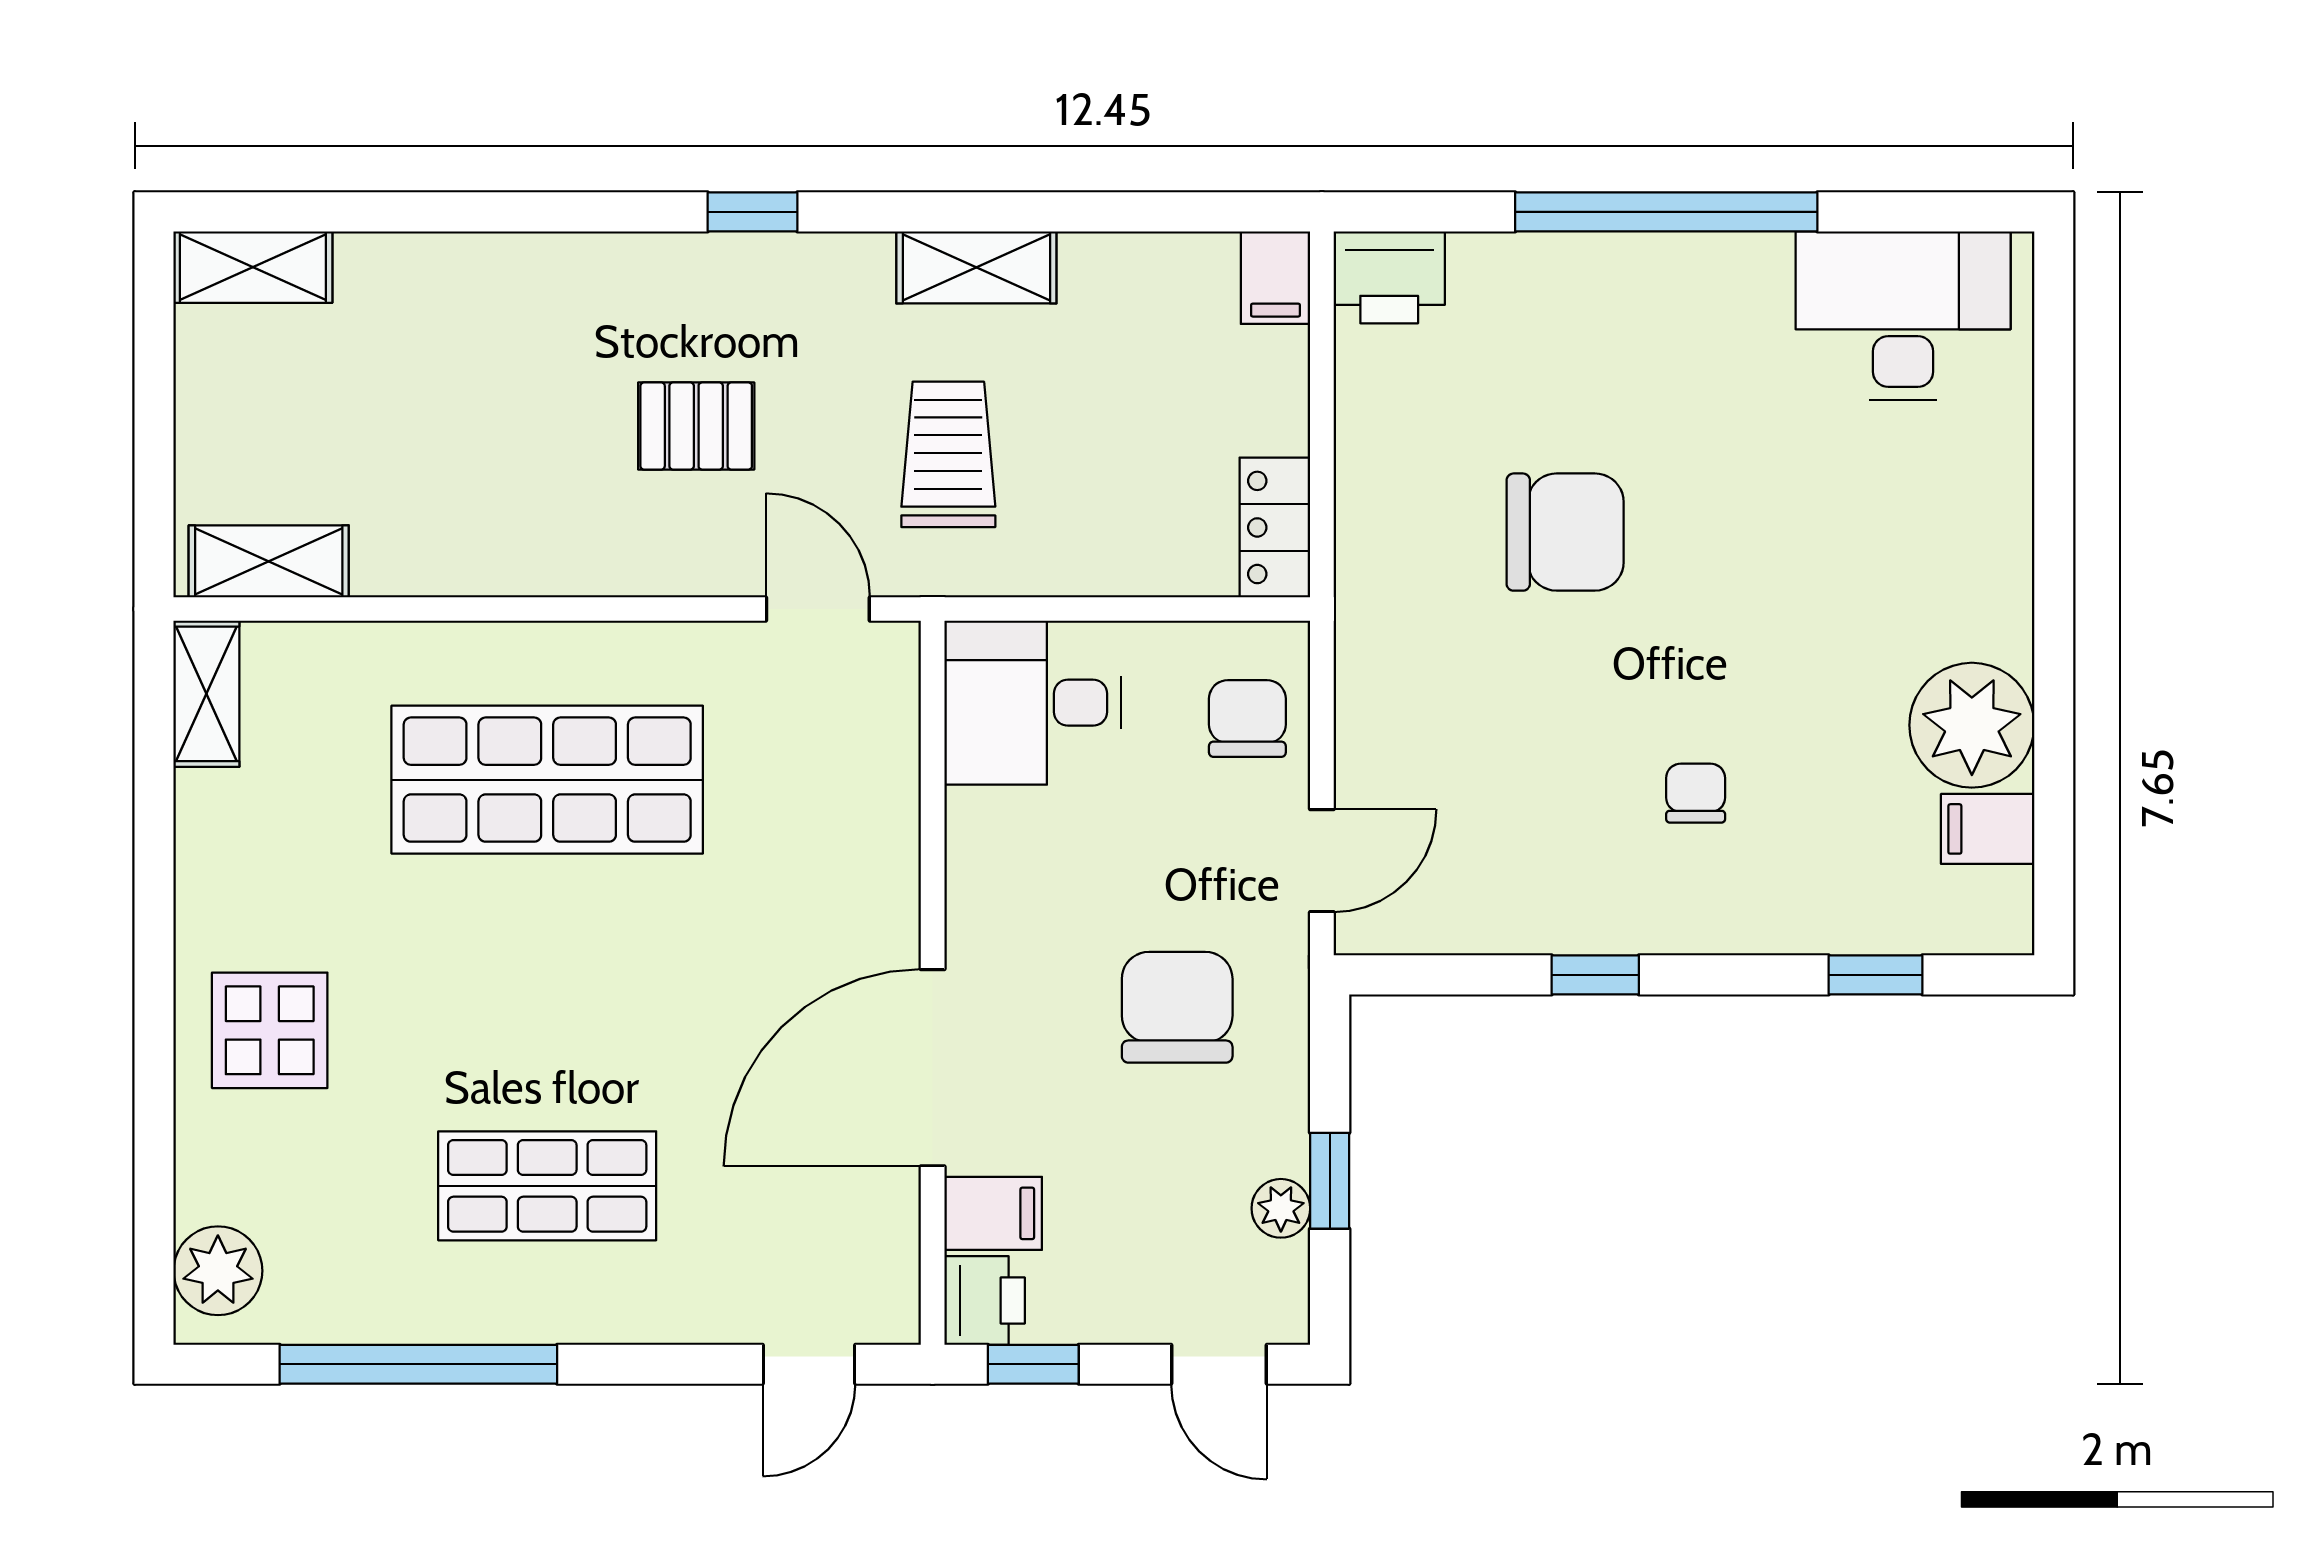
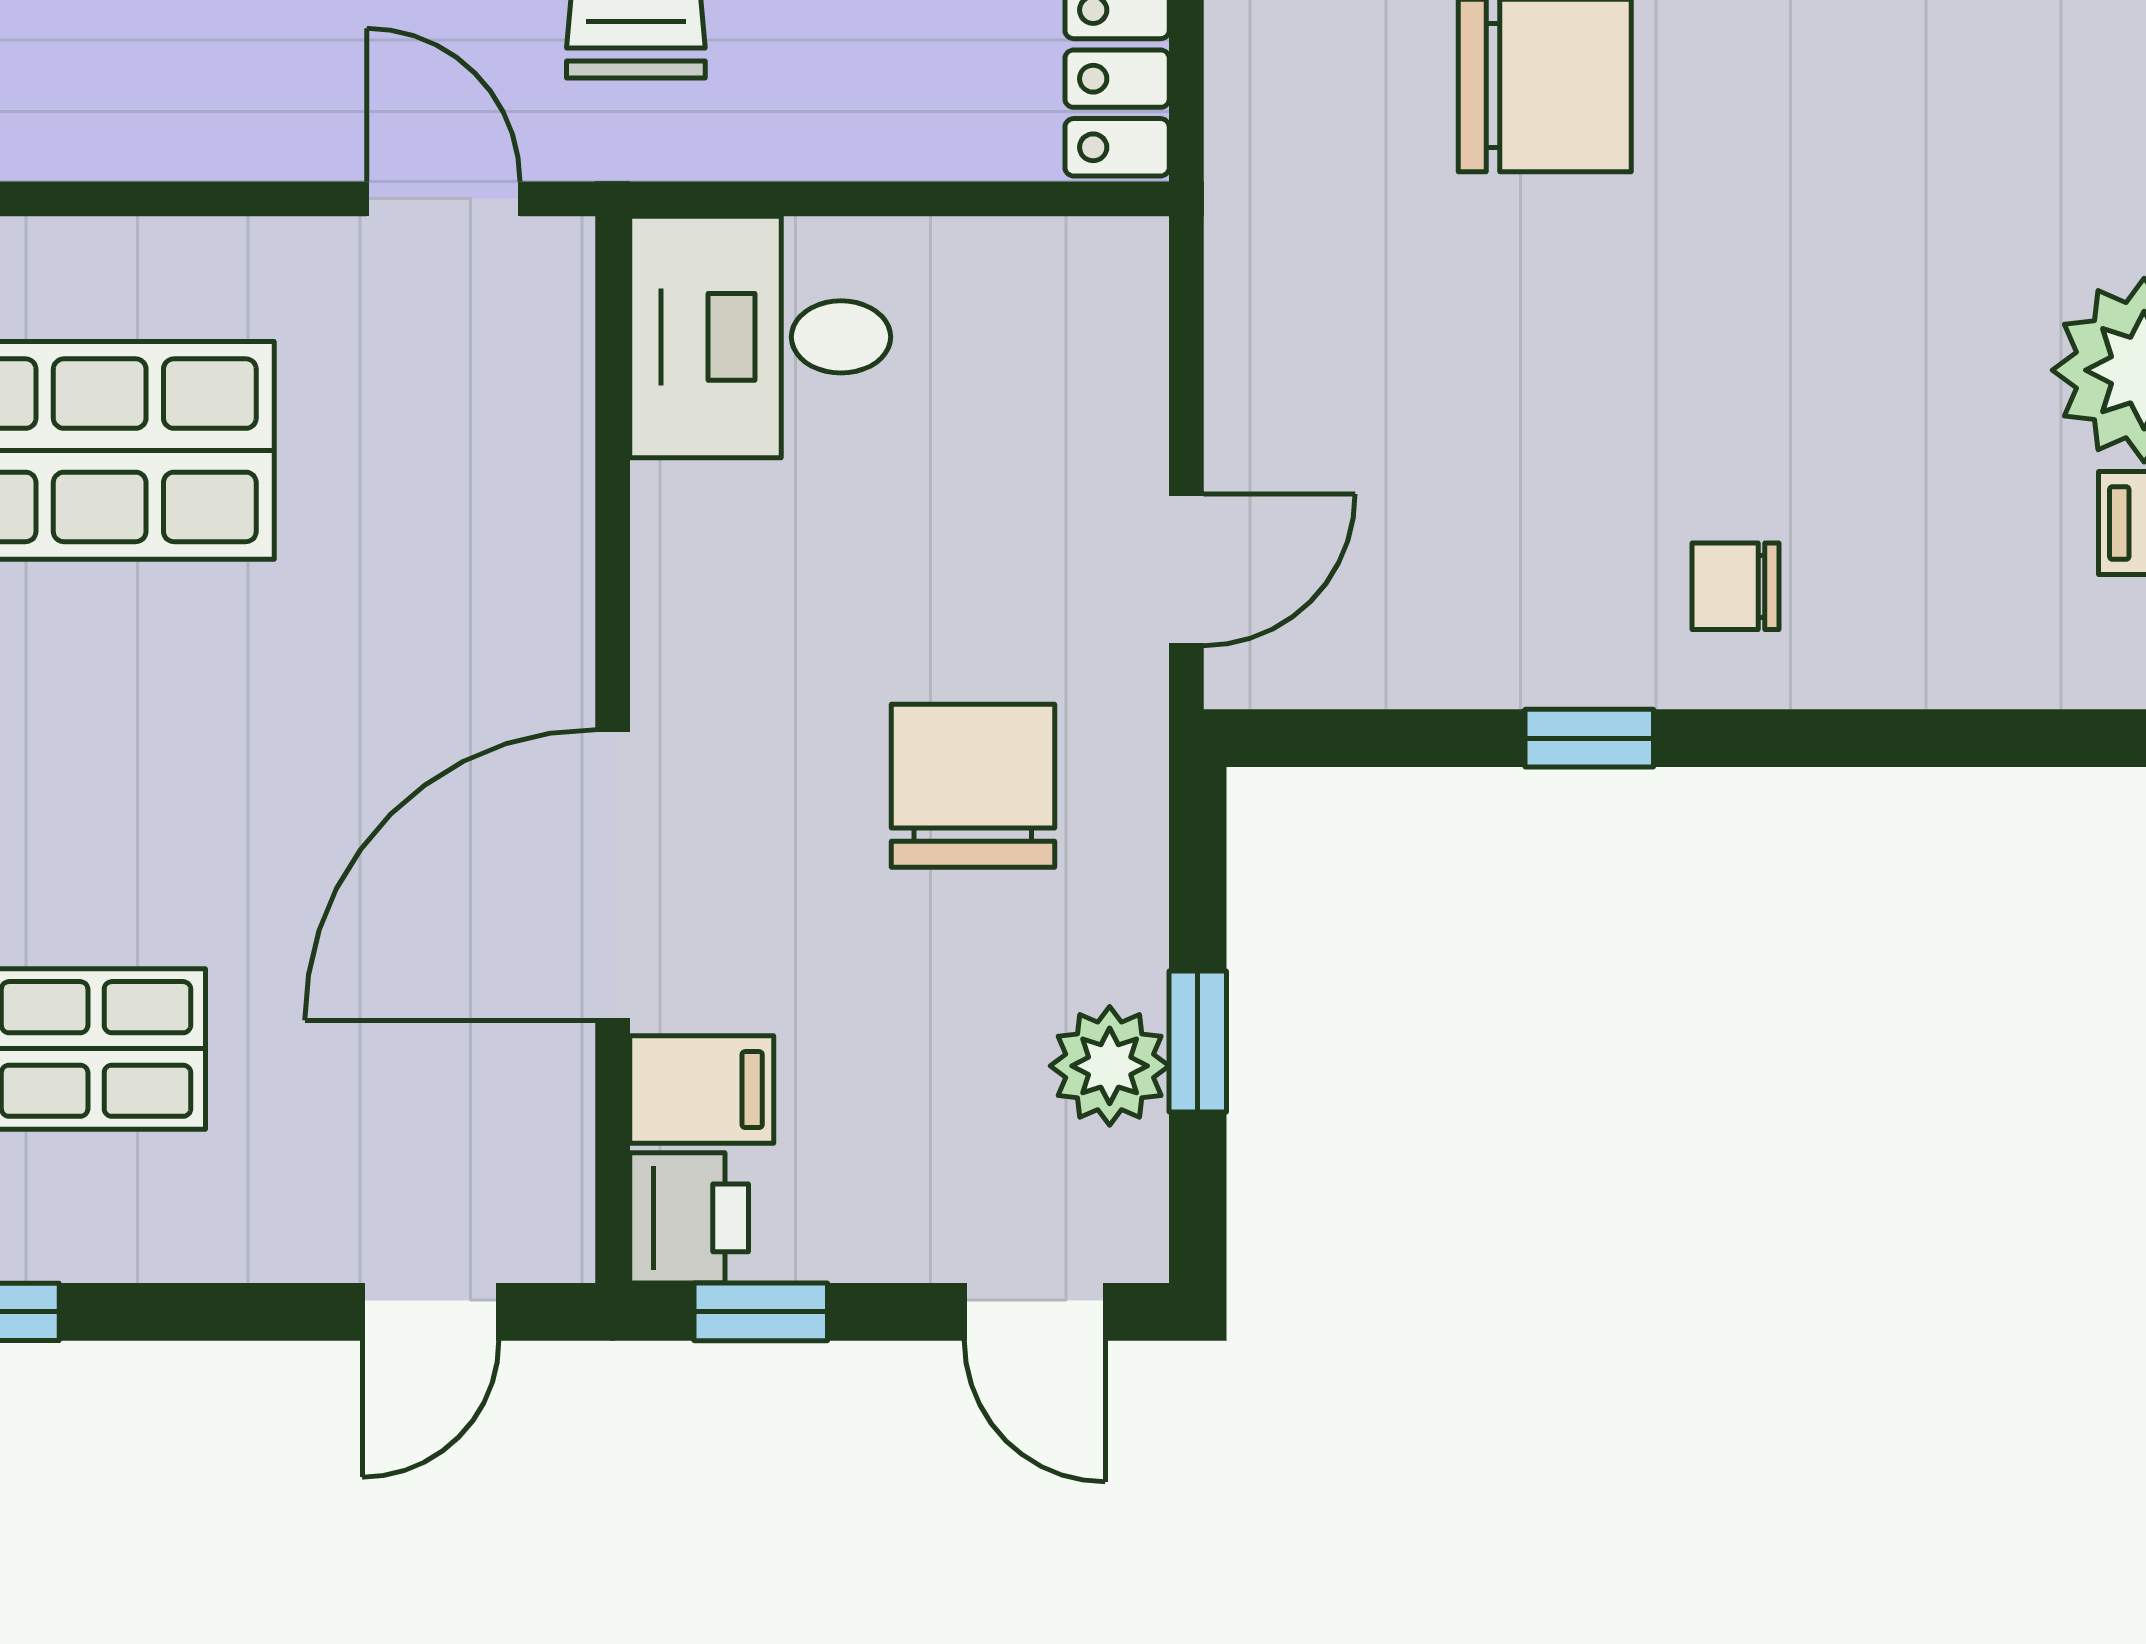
chair: (1247, 719) -> (1077, 360), removed
chair: (1696, 793) -> (1735, 586), moved, turned -90
window: (1875, 975) -> (2002, 738), removed
plant: (1281, 1208) -> (1110, 1066), width x1.38, depth x1.38

